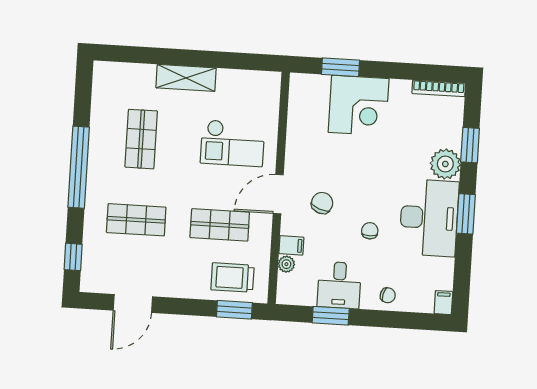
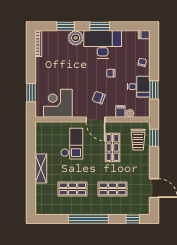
corner desk: (359, 105) -> (58, 103), moved, turned -90
shop shelf: (136, 220) -> (113, 189), turned 90

